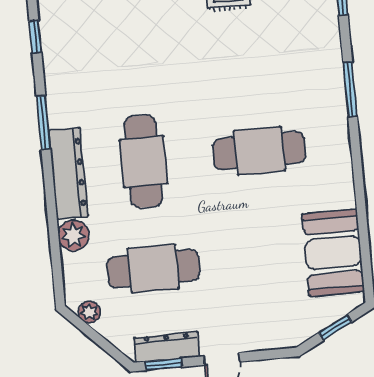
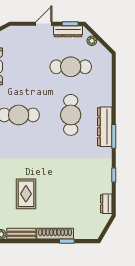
dresser: (68, 173) -> (105, 127), moved
plant: (74, 235) -> (105, 85), removed
plant: (89, 312) -> (92, 41), moved

